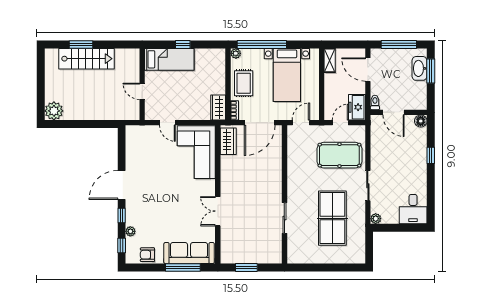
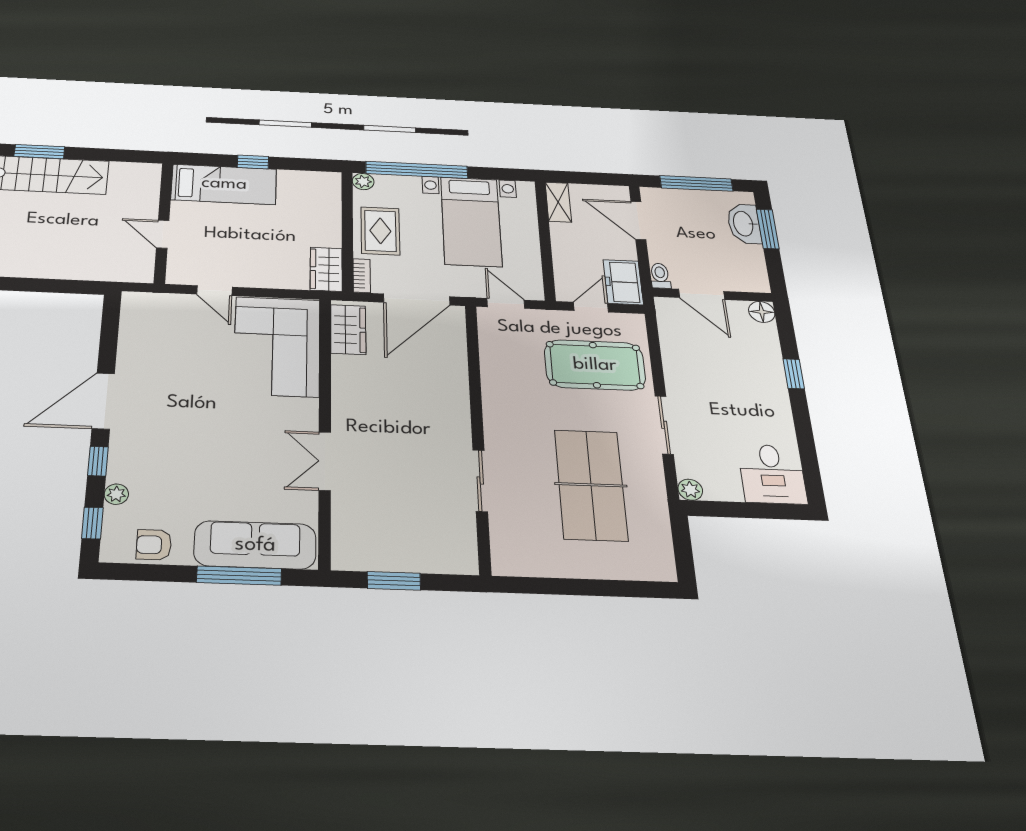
door: (301, 123) -> (506, 303), hinge flipped

